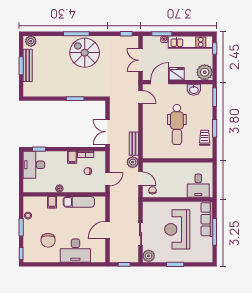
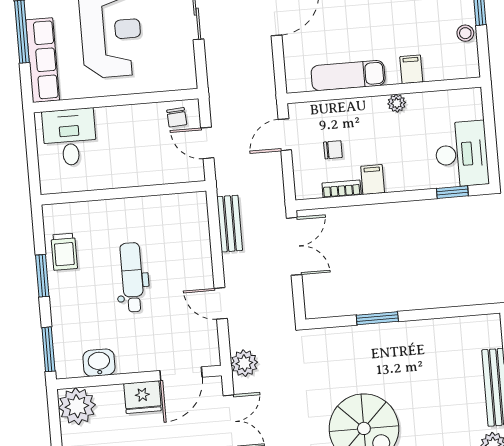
door: (141, 97) -> (221, 303), moved
dental chair: (177, 125) -> (132, 277), width x0.73, depth x0.72
plant: (133, 162) -> (244, 363), moved

